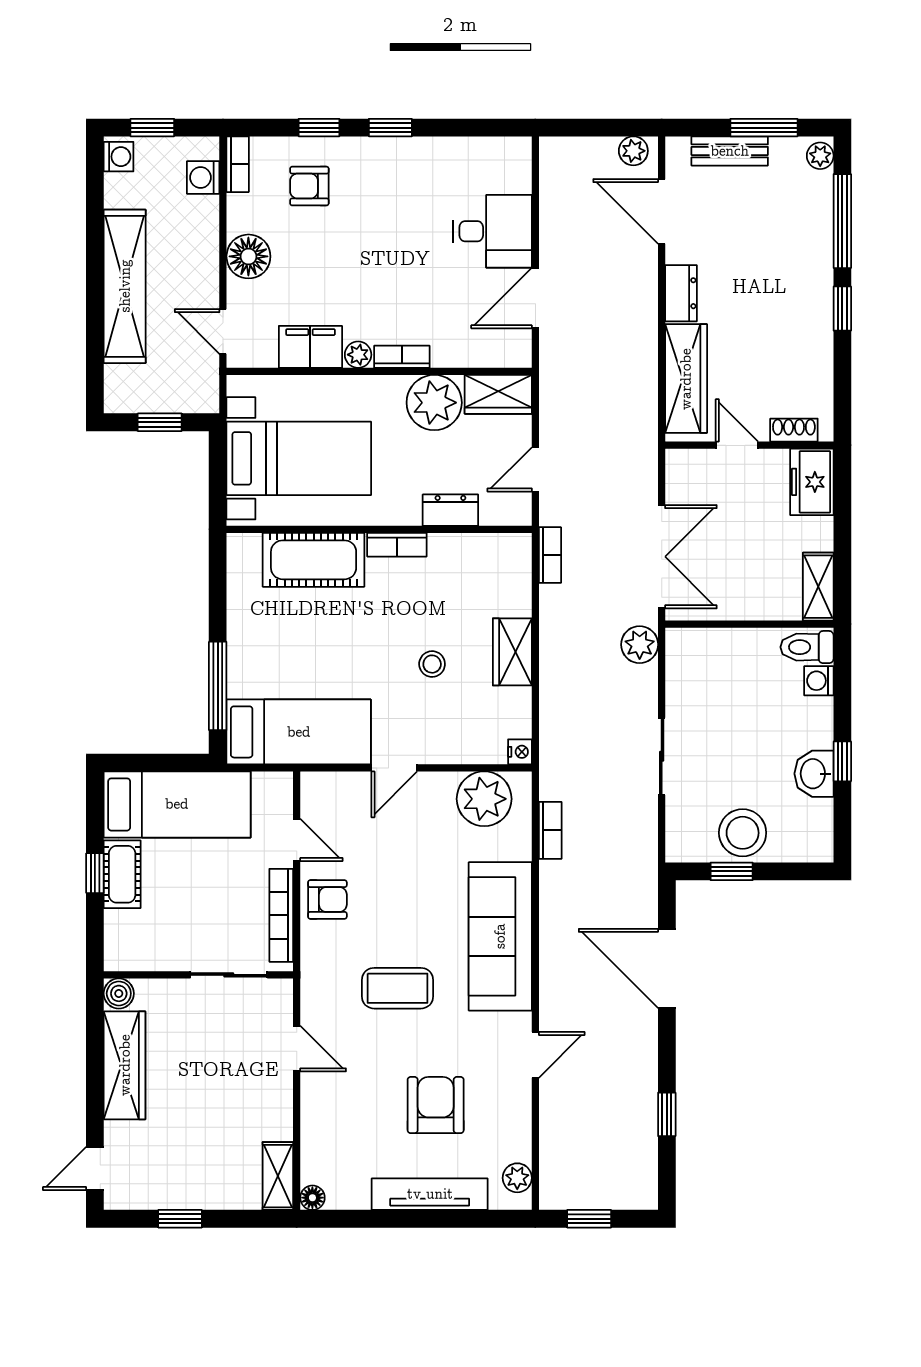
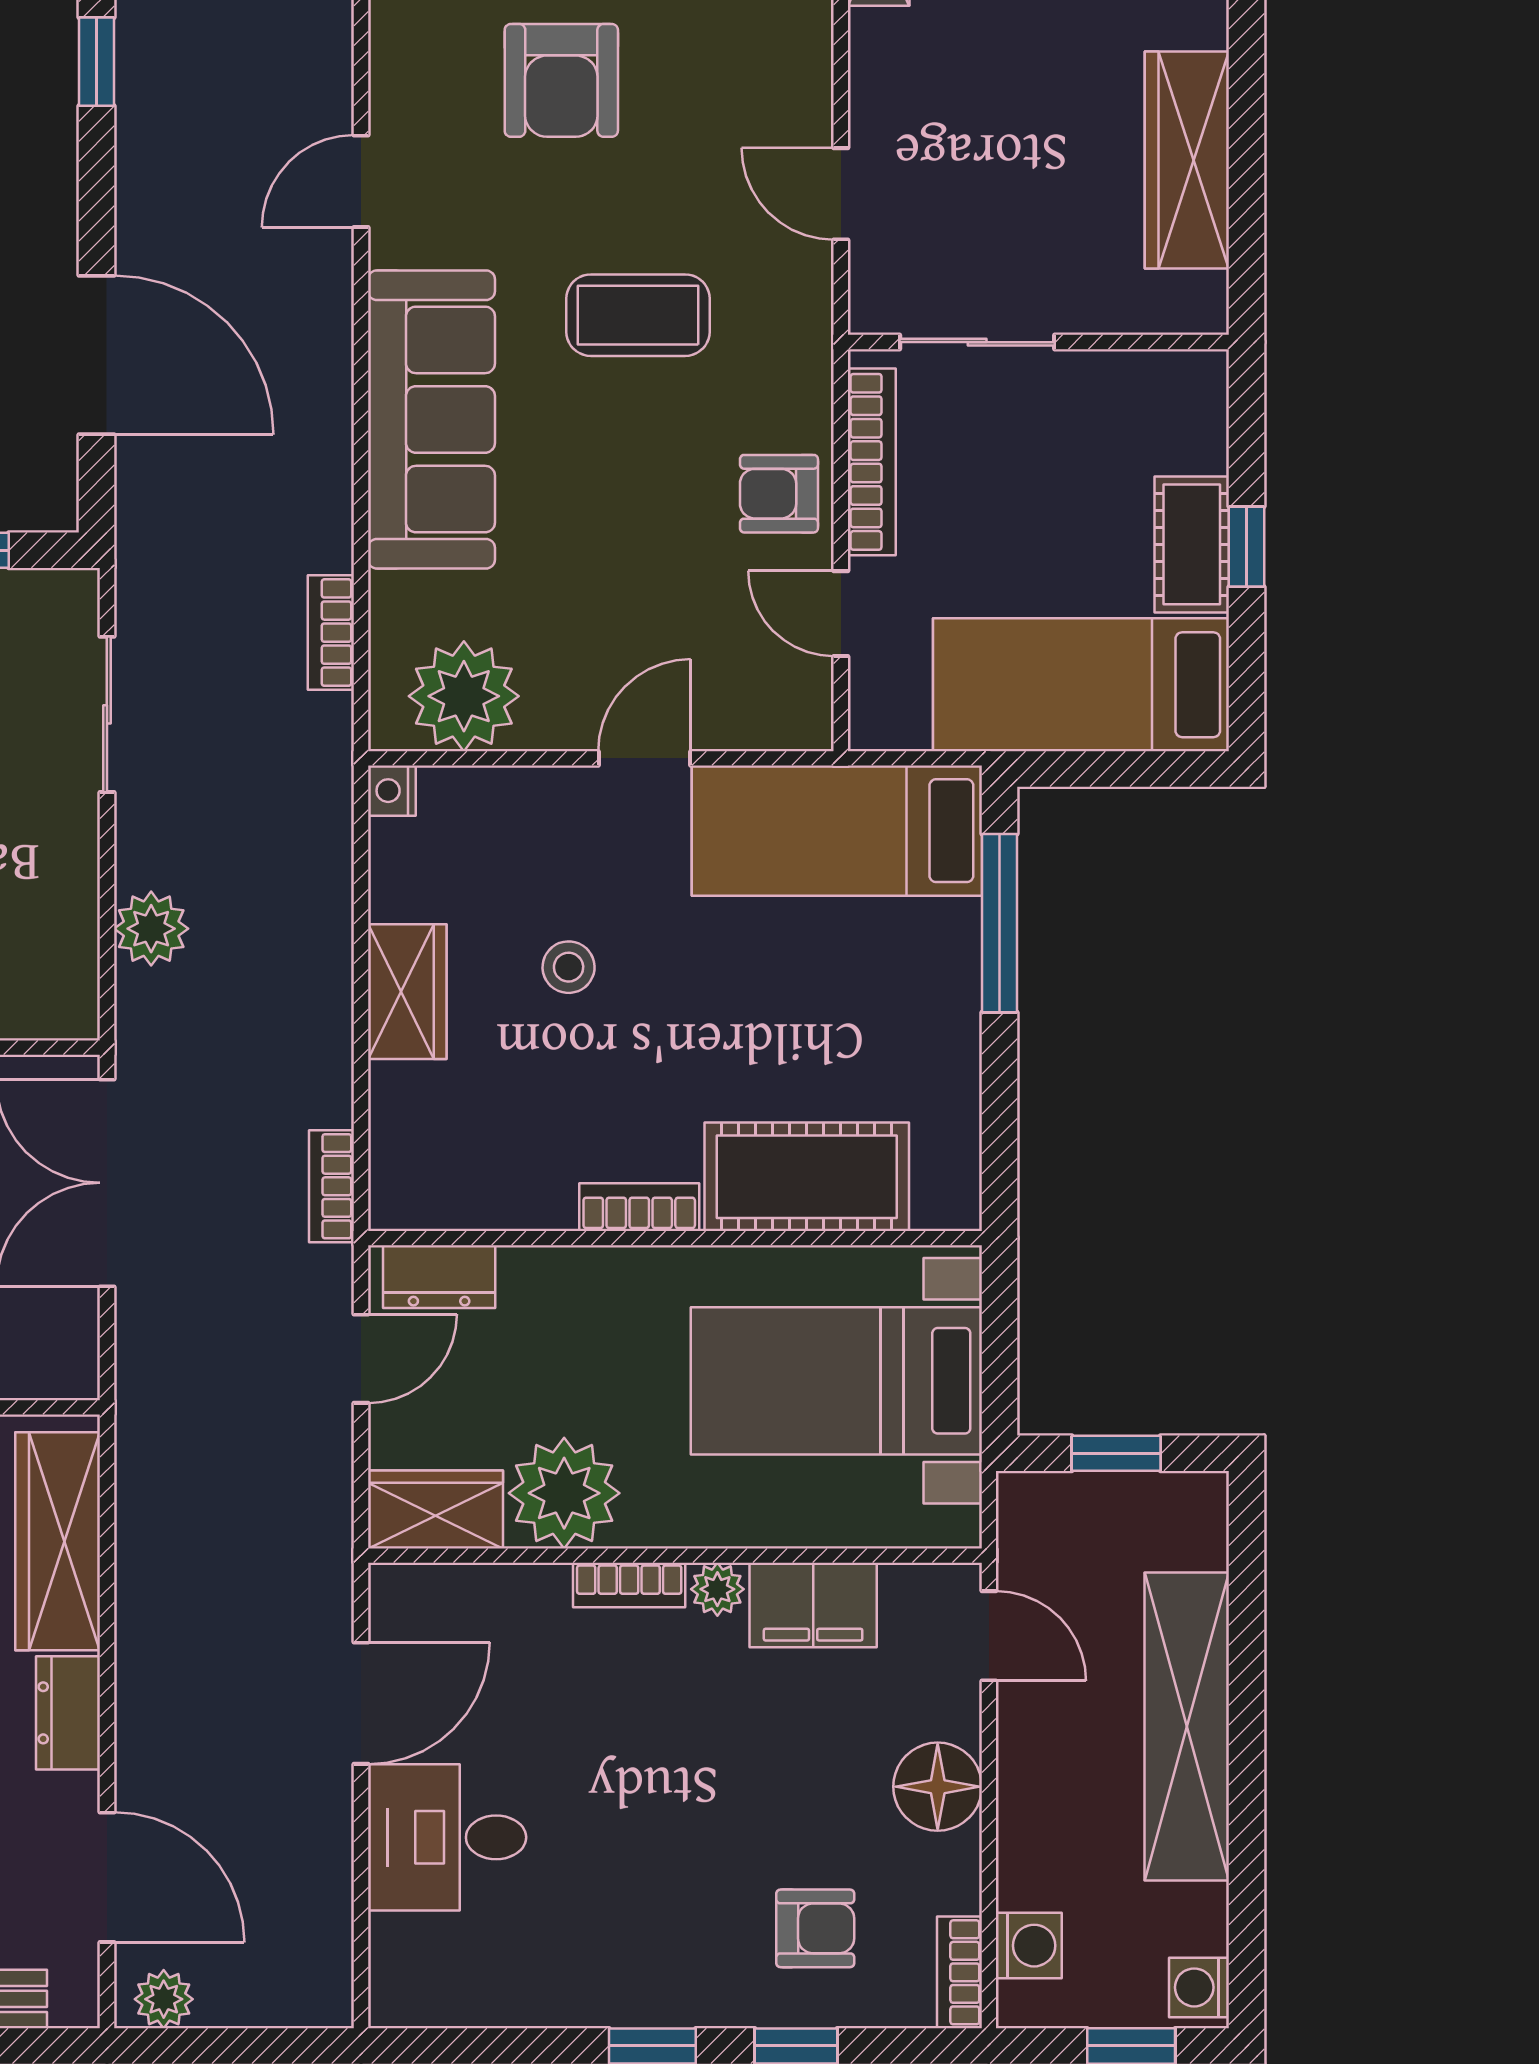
dresser: (450, 510) -> (439, 1277), moved
plant: (640, 645) -> (151, 929), moved
sliding door: (662, 756) -> (107, 714), moved
boiler: (119, 993) -> (1198, 305), removed

